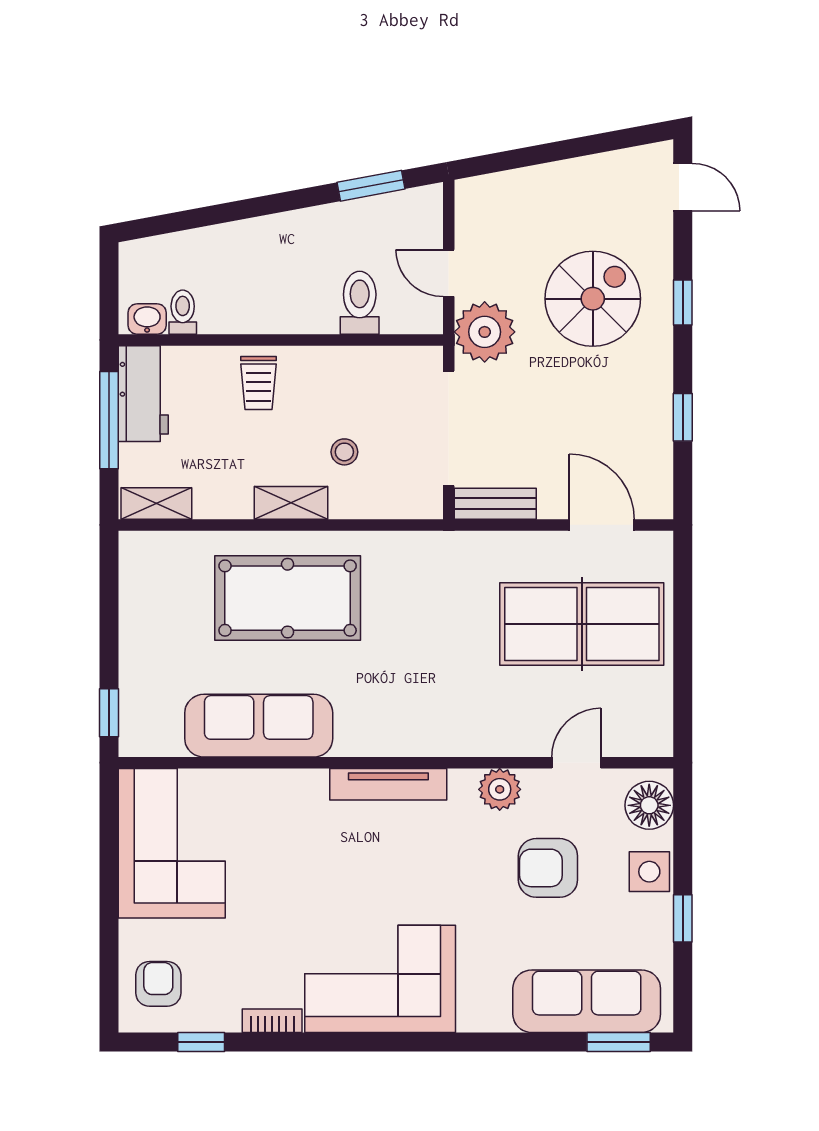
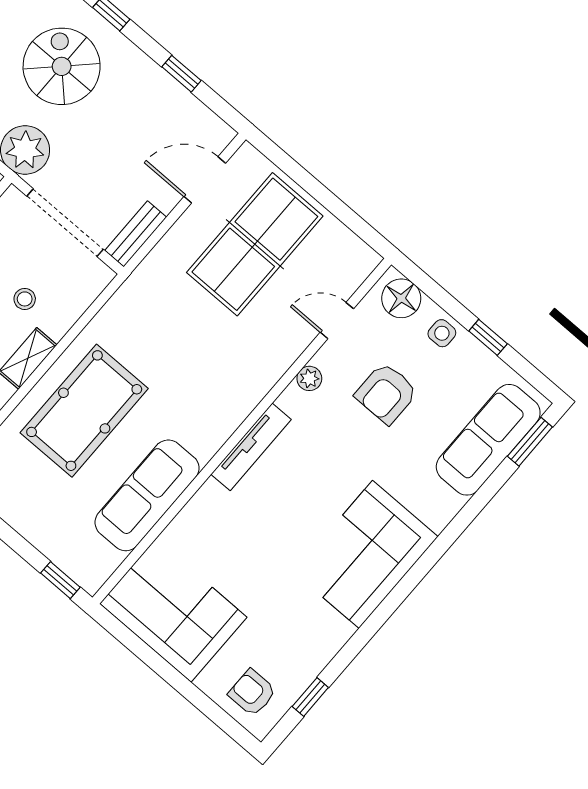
door: (576, 763) -> (337, 321), hinge flipped
plant: (500, 789) -> (309, 378), width x0.73, depth x0.73
side table: (649, 872) -> (442, 333), width x0.73, depth x0.73
bookcase: (272, 1021) -> (335, 642), removed

